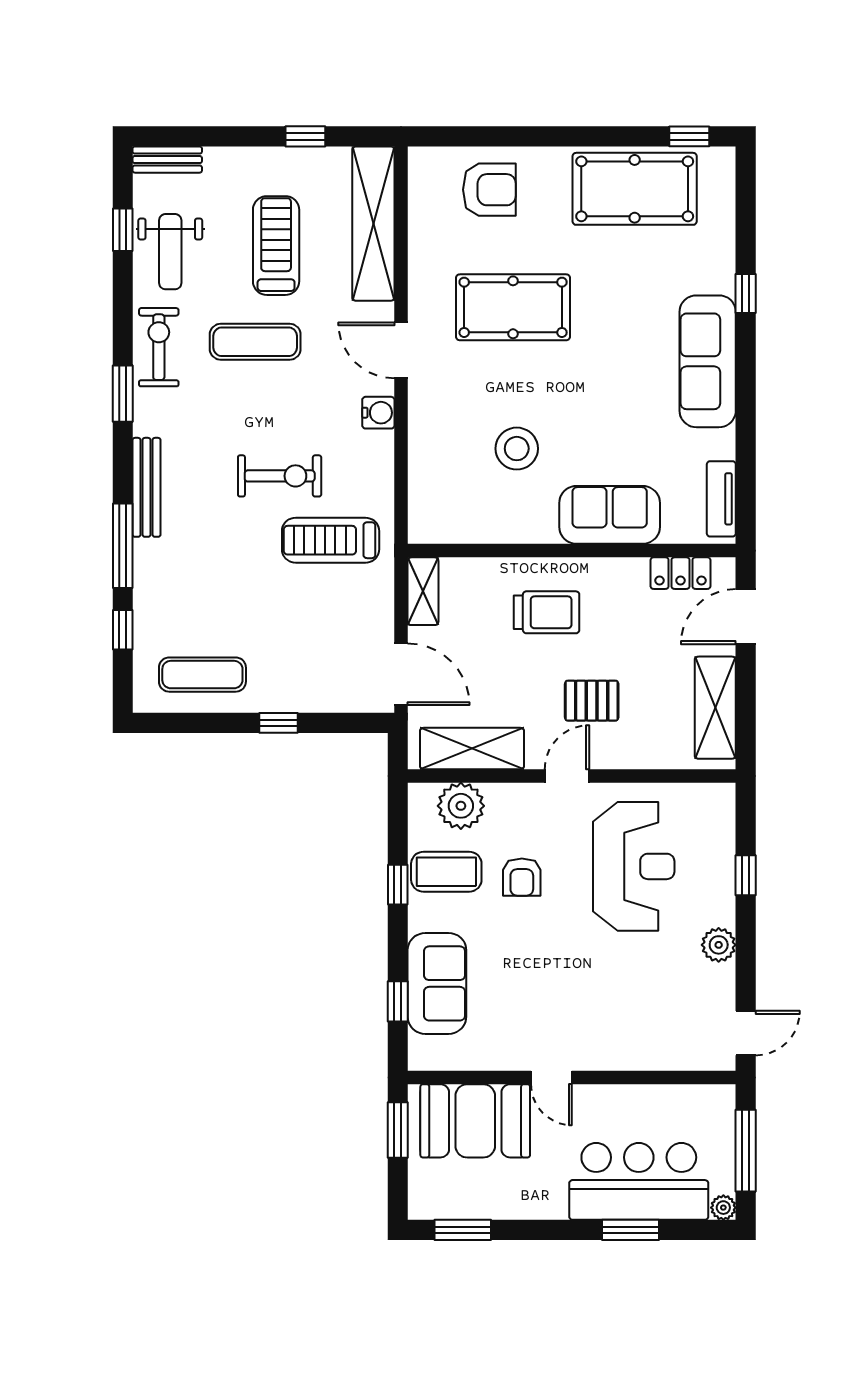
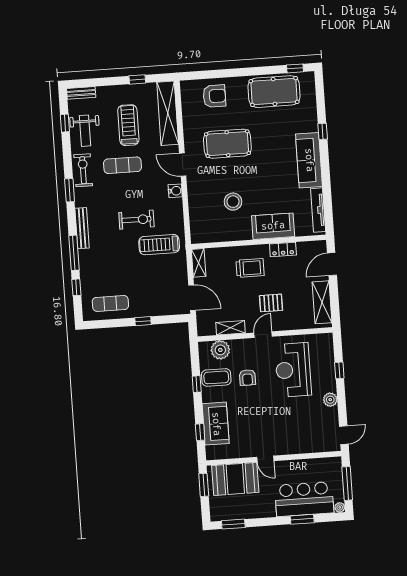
tv unit: (721, 499) -> (318, 210), width x1.41
locker: (680, 573) -> (283, 250), moved
shelving: (472, 749) -> (231, 328), width x0.67, depth x0.75
reception desk: (634, 866) -> (293, 370), turned 180

